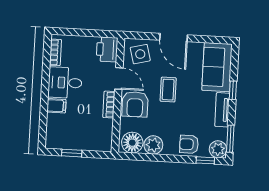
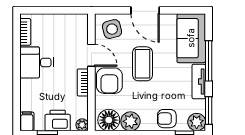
printer: (107, 49) -> (58, 120), moved, turned 90
coffee table: (168, 90) -> (143, 64), width x1.36, depth x1.30
window: (233, 90) -> (209, 61), width x2.17
filing cabinet: (56, 106) -> (27, 121), moved, turned -90
plant: (106, 146) -> (82, 125), added

